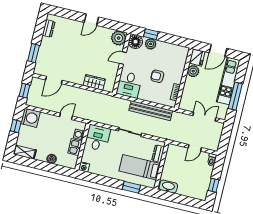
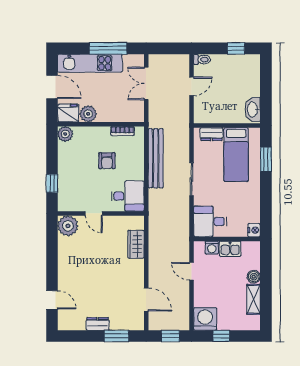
door: (91, 20) -> (52, 300), moved
dresser: (49, 28) -> (98, 324), moved
floor lamp: (135, 42) -> (67, 202), removed
plant: (151, 44) -> (65, 134), moved
door: (195, 148) -> (192, 86), hinge flipped
shelving: (25, 152) -> (253, 299), moved

